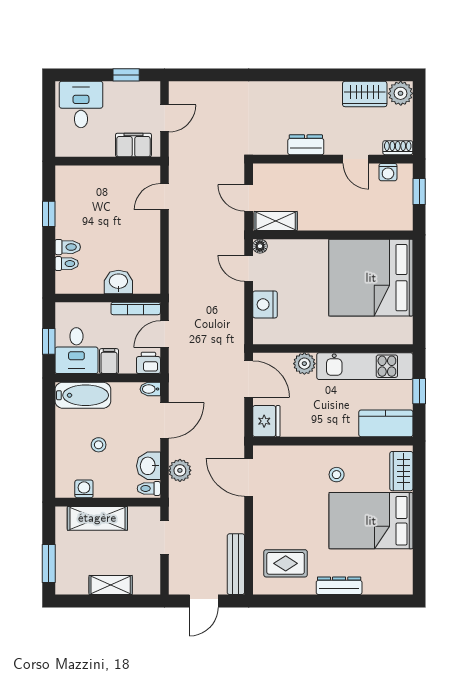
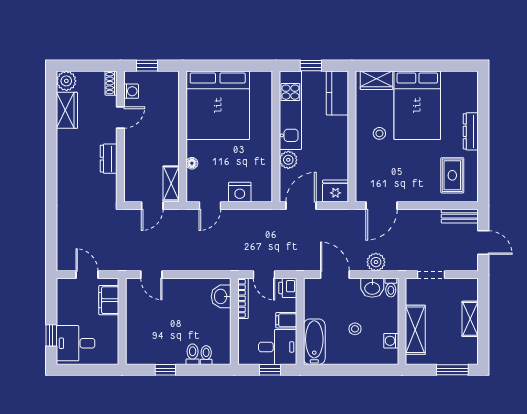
window: (126, 75) -> (51, 335), moved
floor lamp: (260, 246) -> (192, 163), moved
washbasin: (118, 282) -> (221, 296), moved
bidet: (150, 389) -> (309, 286), removed
bench: (236, 564) -> (460, 216), width x0.73

